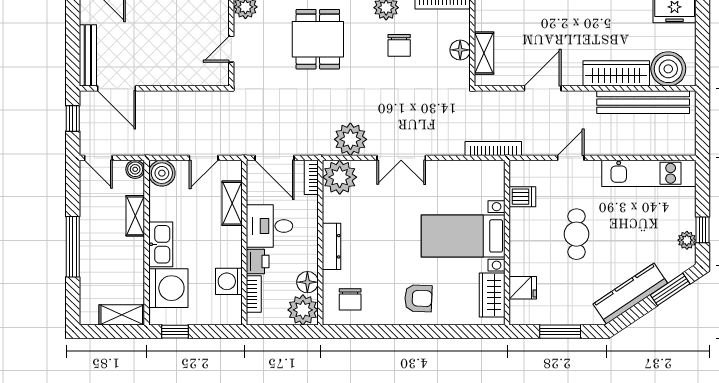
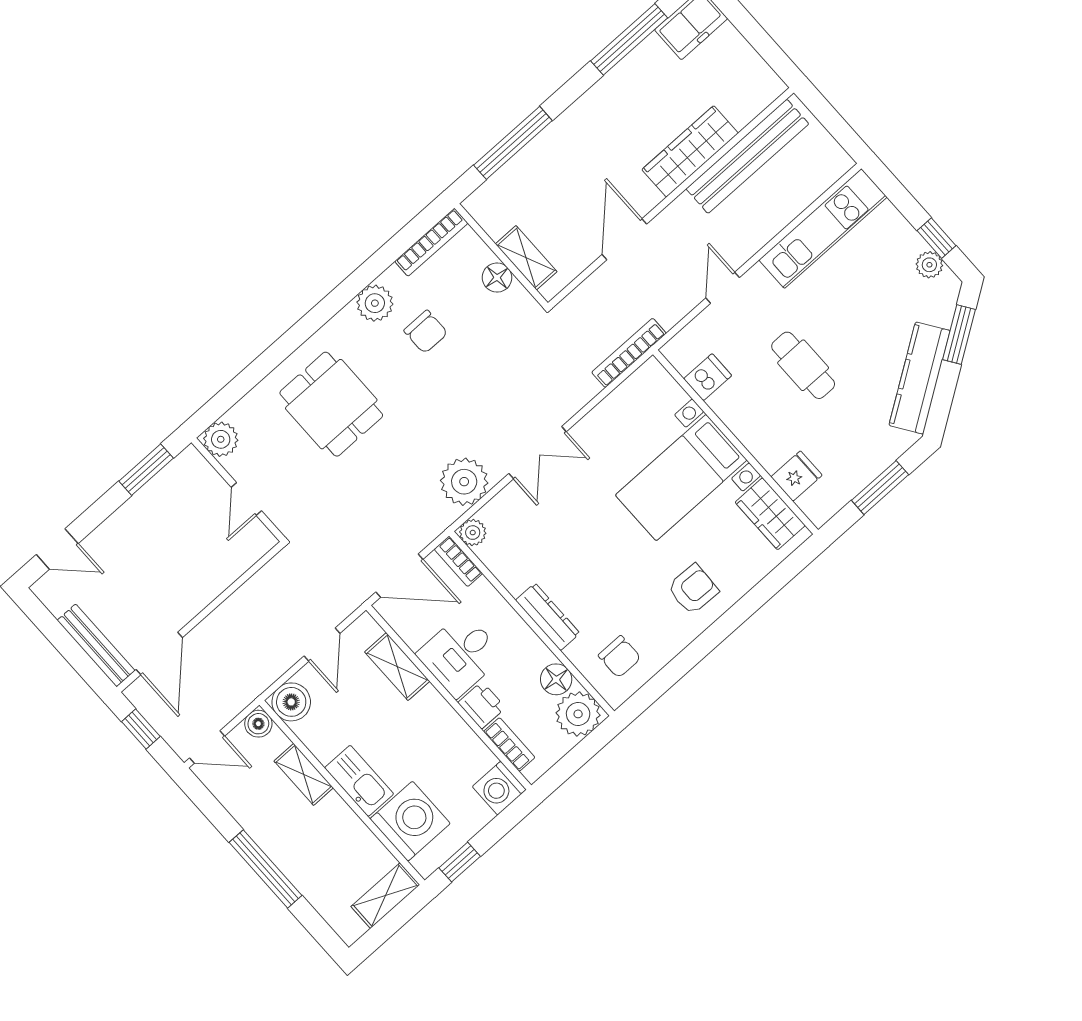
boiler: (668, 69) -> (743, 96), removed
door: (117, 88) -> (159, 654), hinge flipped
plant: (340, 177) -> (473, 533), width x0.53, depth x0.53
washing machine: (229, 281) -> (499, 788), moved

